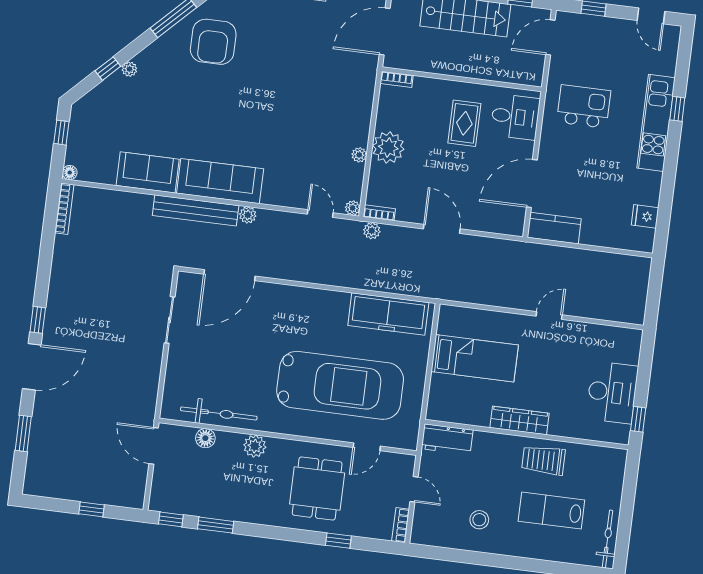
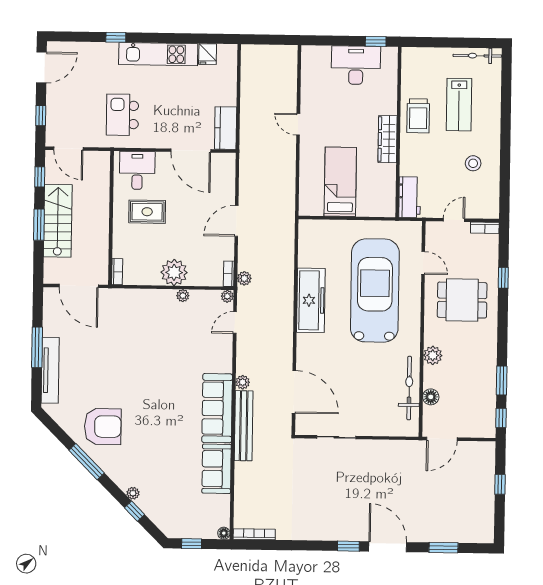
door: (651, 16) -> (41, 67), width x1.38
kitchen unit: (656, 123) -> (158, 54), moved
freezer: (388, 314) -> (311, 300), moved

